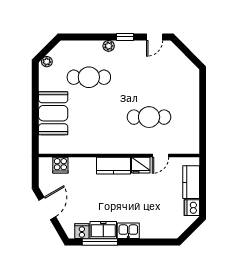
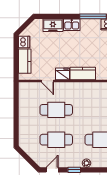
cafe table: (149, 77) -> (56, 140), added
door: (161, 156) -> (48, 81), swing flipped
freezer: (103, 230) -> (53, 25), moved

